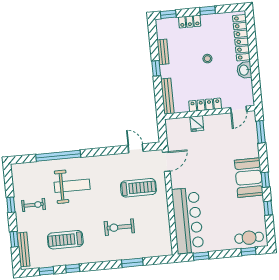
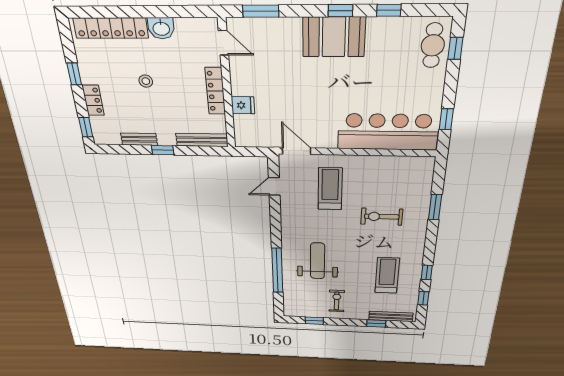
window: (11, 205) -> (314, 321), moved
exercise bike: (119, 227) -> (382, 217), turned 90
treadmill: (65, 240) -> (387, 275), turned 180

